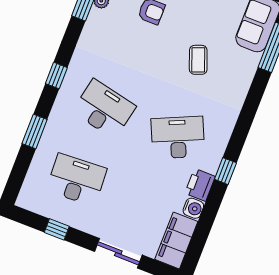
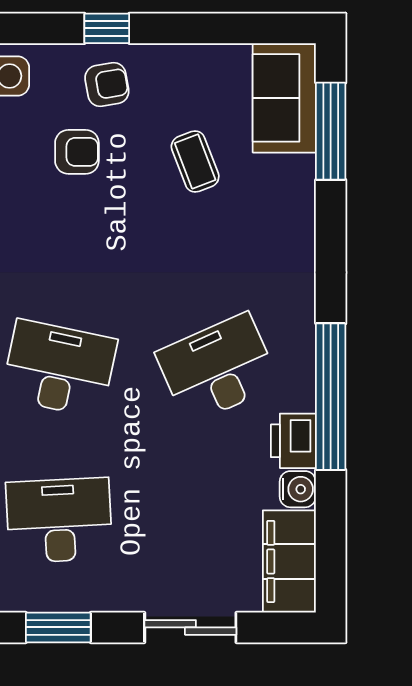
coffee table: (198, 60) -> (195, 162), moved
window: (225, 171) -> (331, 397), width x3.17
window: (57, 229) -> (58, 627), width x1.50

